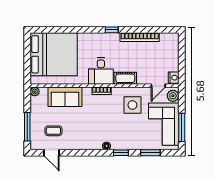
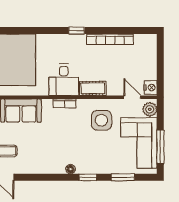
door: (158, 86) -> (132, 97), swing flipped

